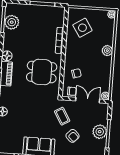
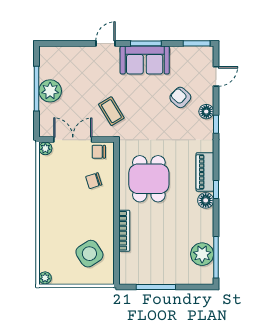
plant: (107, 51) -> (47, 220), removed
dining table: (42, 72) -> (149, 179), turned 90
double door: (88, 100) -> (73, 140), swing flipped
armchair: (73, 136) -> (180, 97), moved

